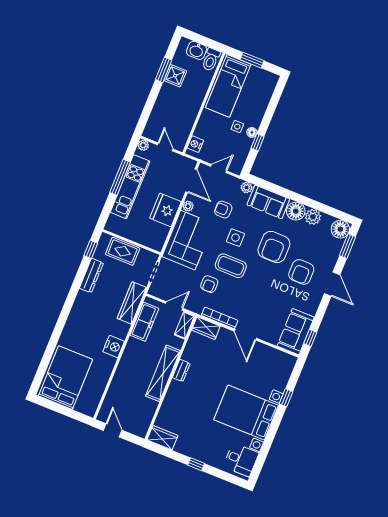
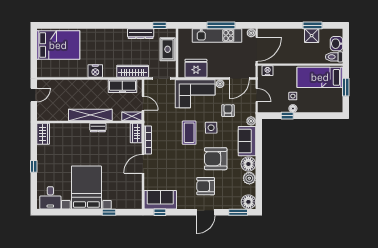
door: (165, 147) -> (257, 49), width x1.88
fridge: (165, 210) -> (196, 68), moved
armchair: (209, 284) -> (169, 122), removed

